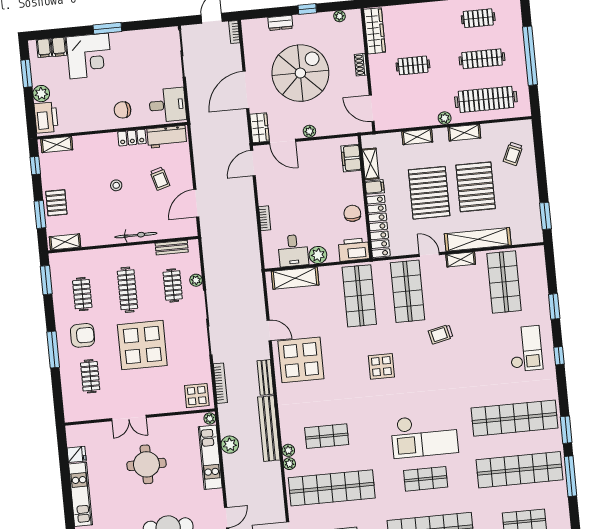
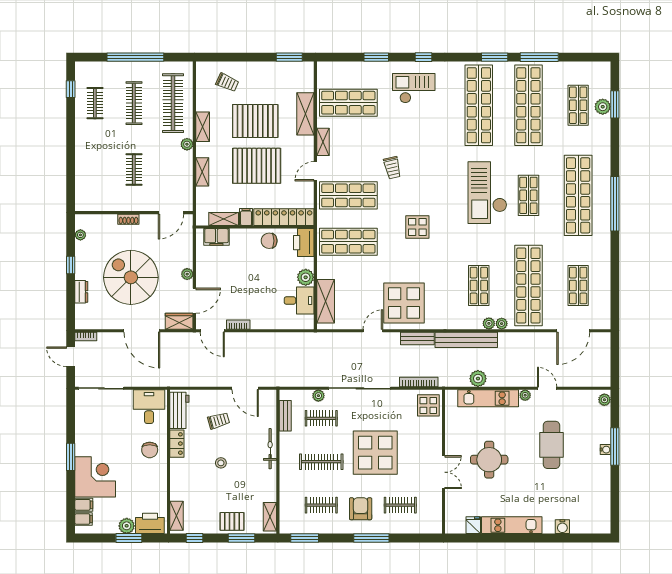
wardrobe: (375, 31) -> (98, 203), removed
window: (26, 73) -> (129, 538), moved
bookcase: (265, 218) -> (238, 325), moved
shelving: (478, 239) -> (305, 114), width x0.68
plant: (210, 419) -> (525, 395), moved
checkout: (424, 436) -> (487, 193), turned 180

